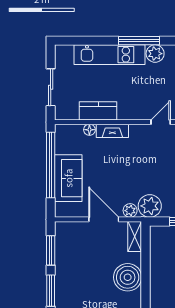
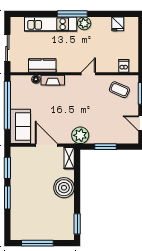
sofa: (68, 178) -> (20, 126), moved
plant: (130, 211) -> (66, 139), removed

